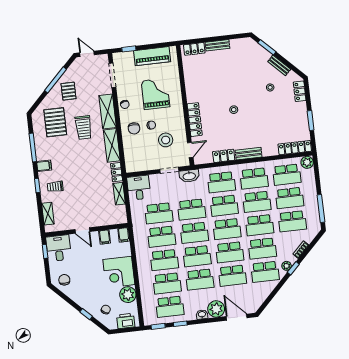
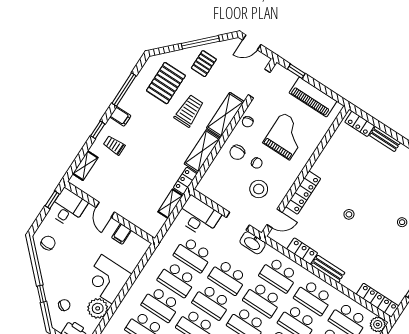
door: (87, 54) -> (252, 42), swing flipped
trolley: (83, 128) -> (189, 111), turned 180
desk: (139, 188) -> (199, 216), width x1.37
filing cabinet: (124, 235) -> (142, 247), removed

